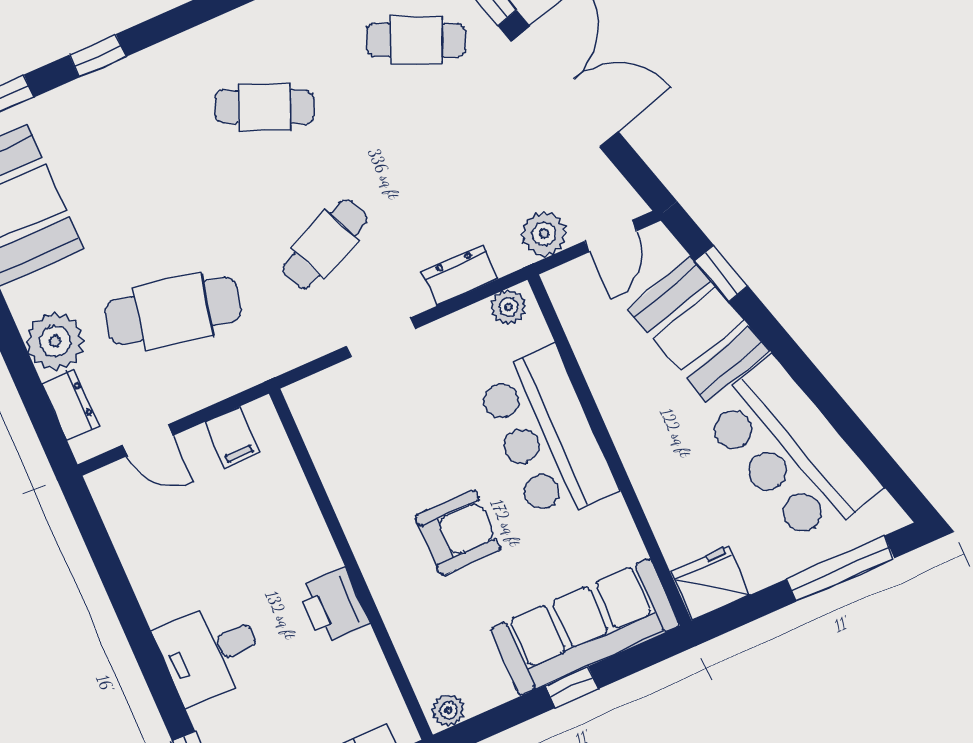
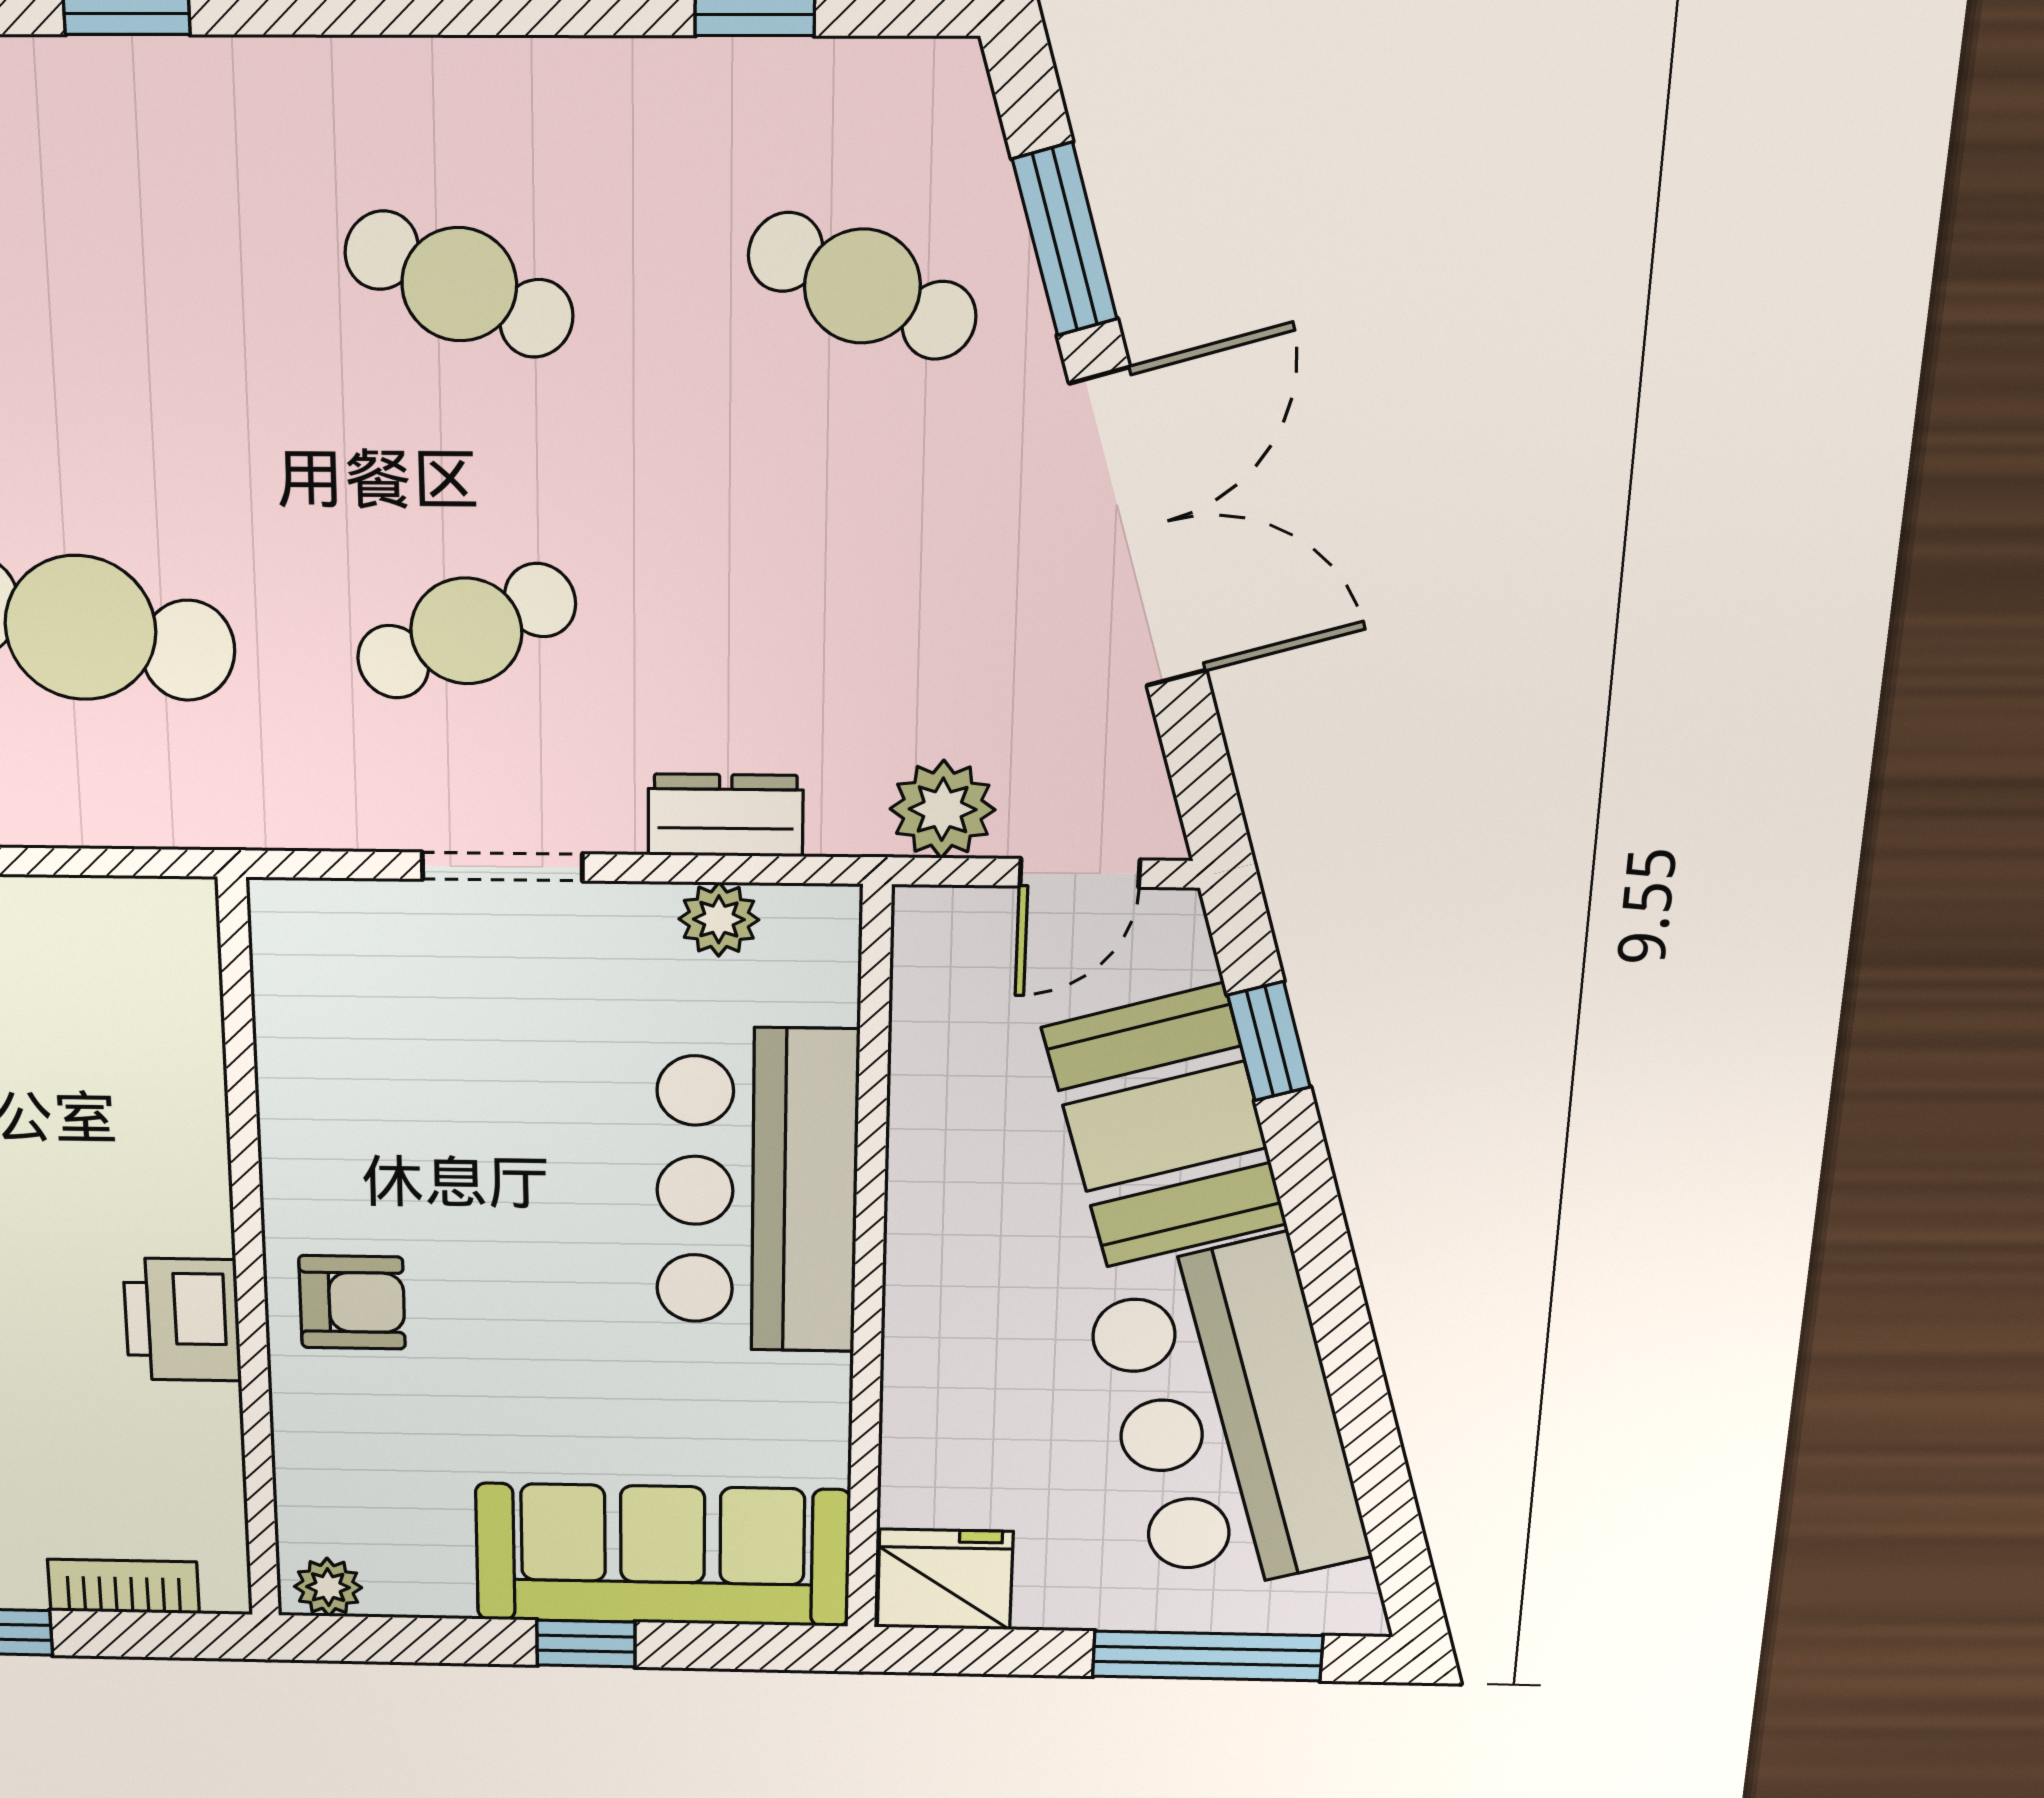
plant: (508, 307) -> (719, 919), moved
filing cabinet: (232, 437) -> (105, 928), removed
armchair: (458, 533) -> (352, 1302), moved, width x0.72, depth x0.72

